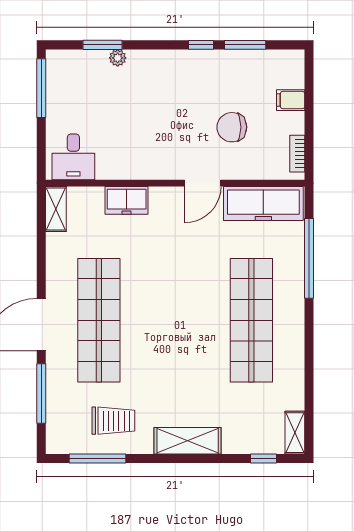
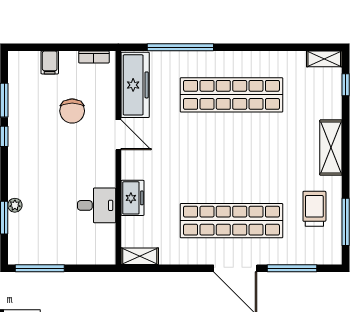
desk: (73, 157) -> (97, 205), moved

